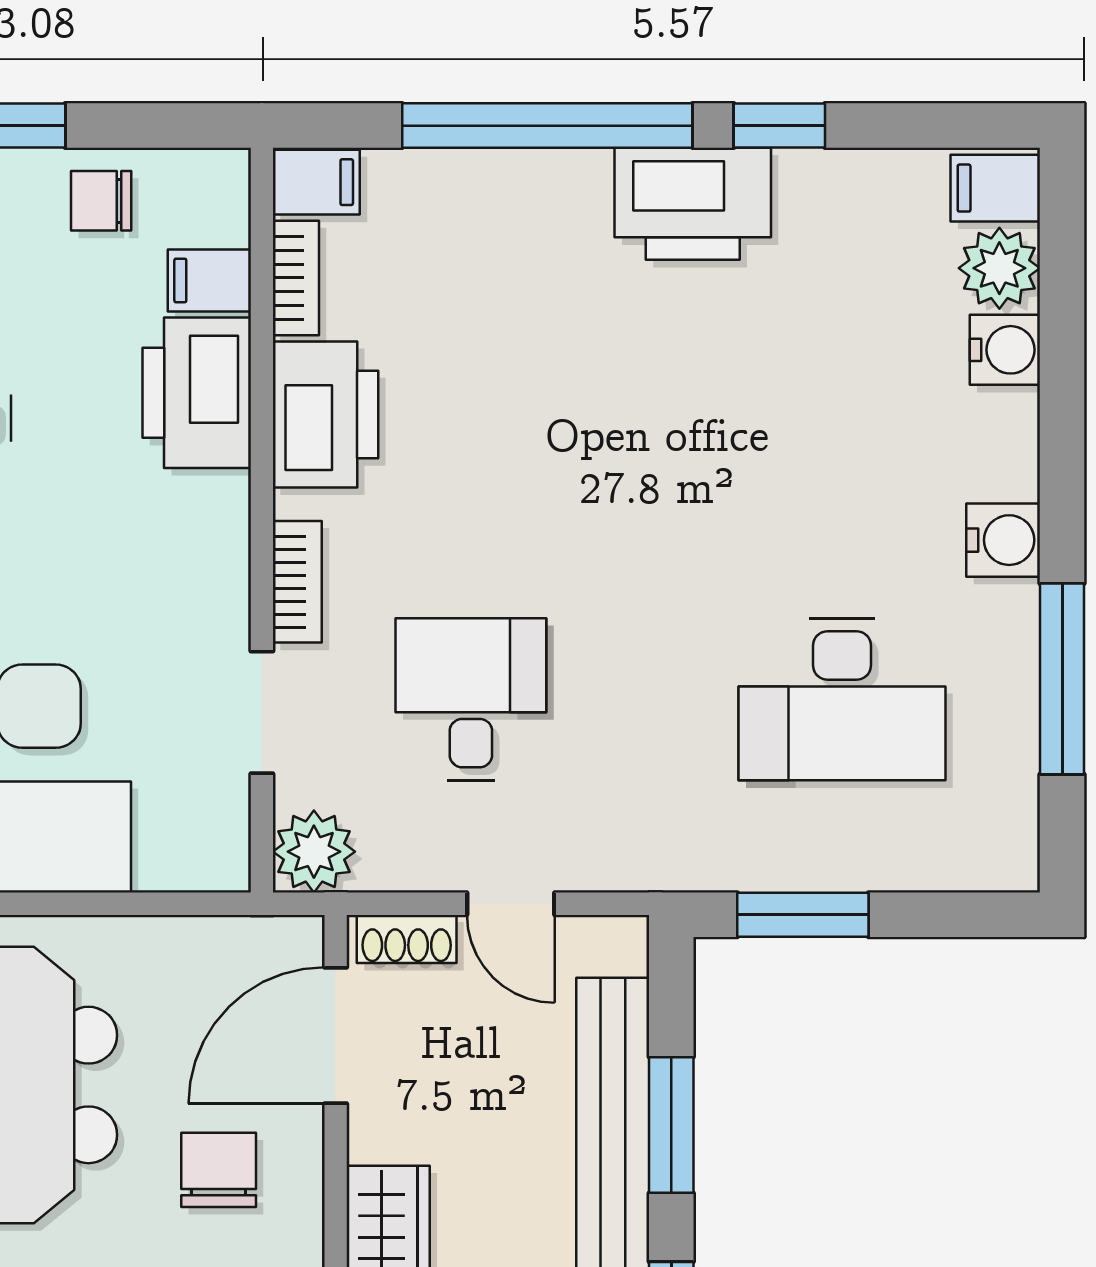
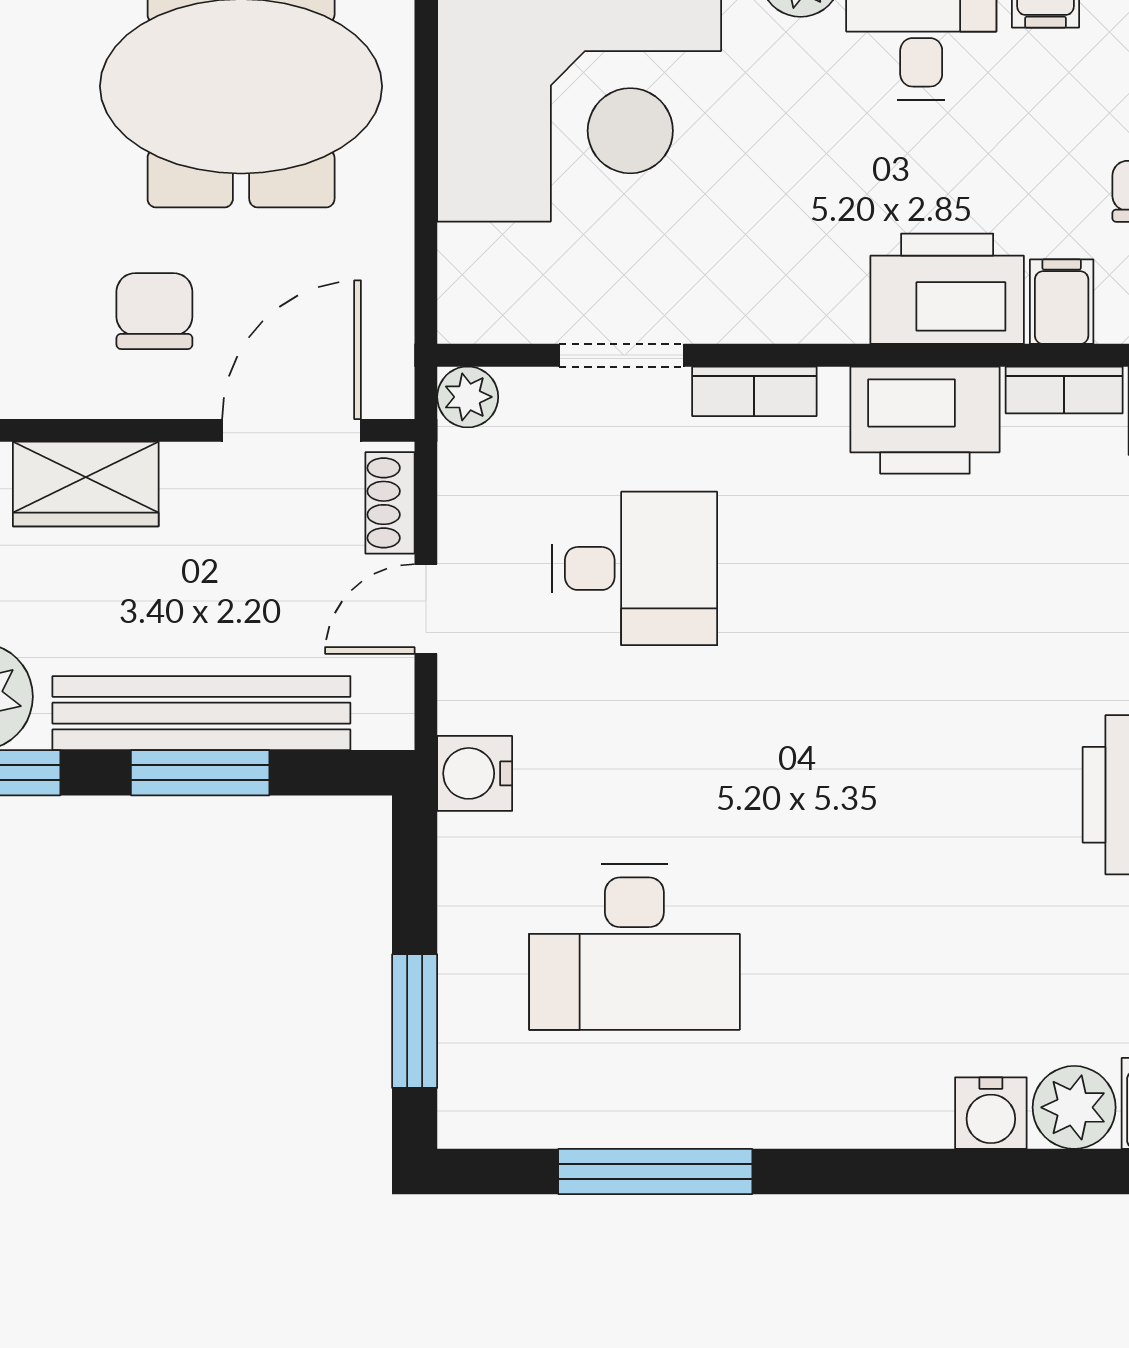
water cooler: (1003, 540) -> (475, 773), moved, turned 90
desk: (842, 699) -> (634, 947), turned -90
plant: (314, 852) -> (468, 397), width x0.73, depth x0.73
window: (803, 915) -> (415, 1021), moved
door: (336, 1035) -> (292, 430), hinge flipped
chair: (219, 1170) -> (154, 311), turned -90

